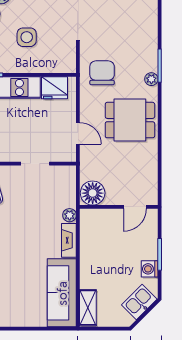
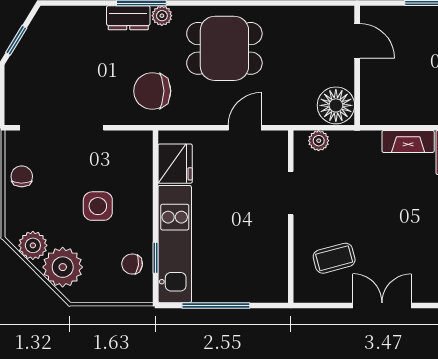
dresser: (150, 57) -> (128, 18), added
dining table: (130, 120) -> (224, 48), turned 90
plant: (70, 215) -> (319, 141), moved

